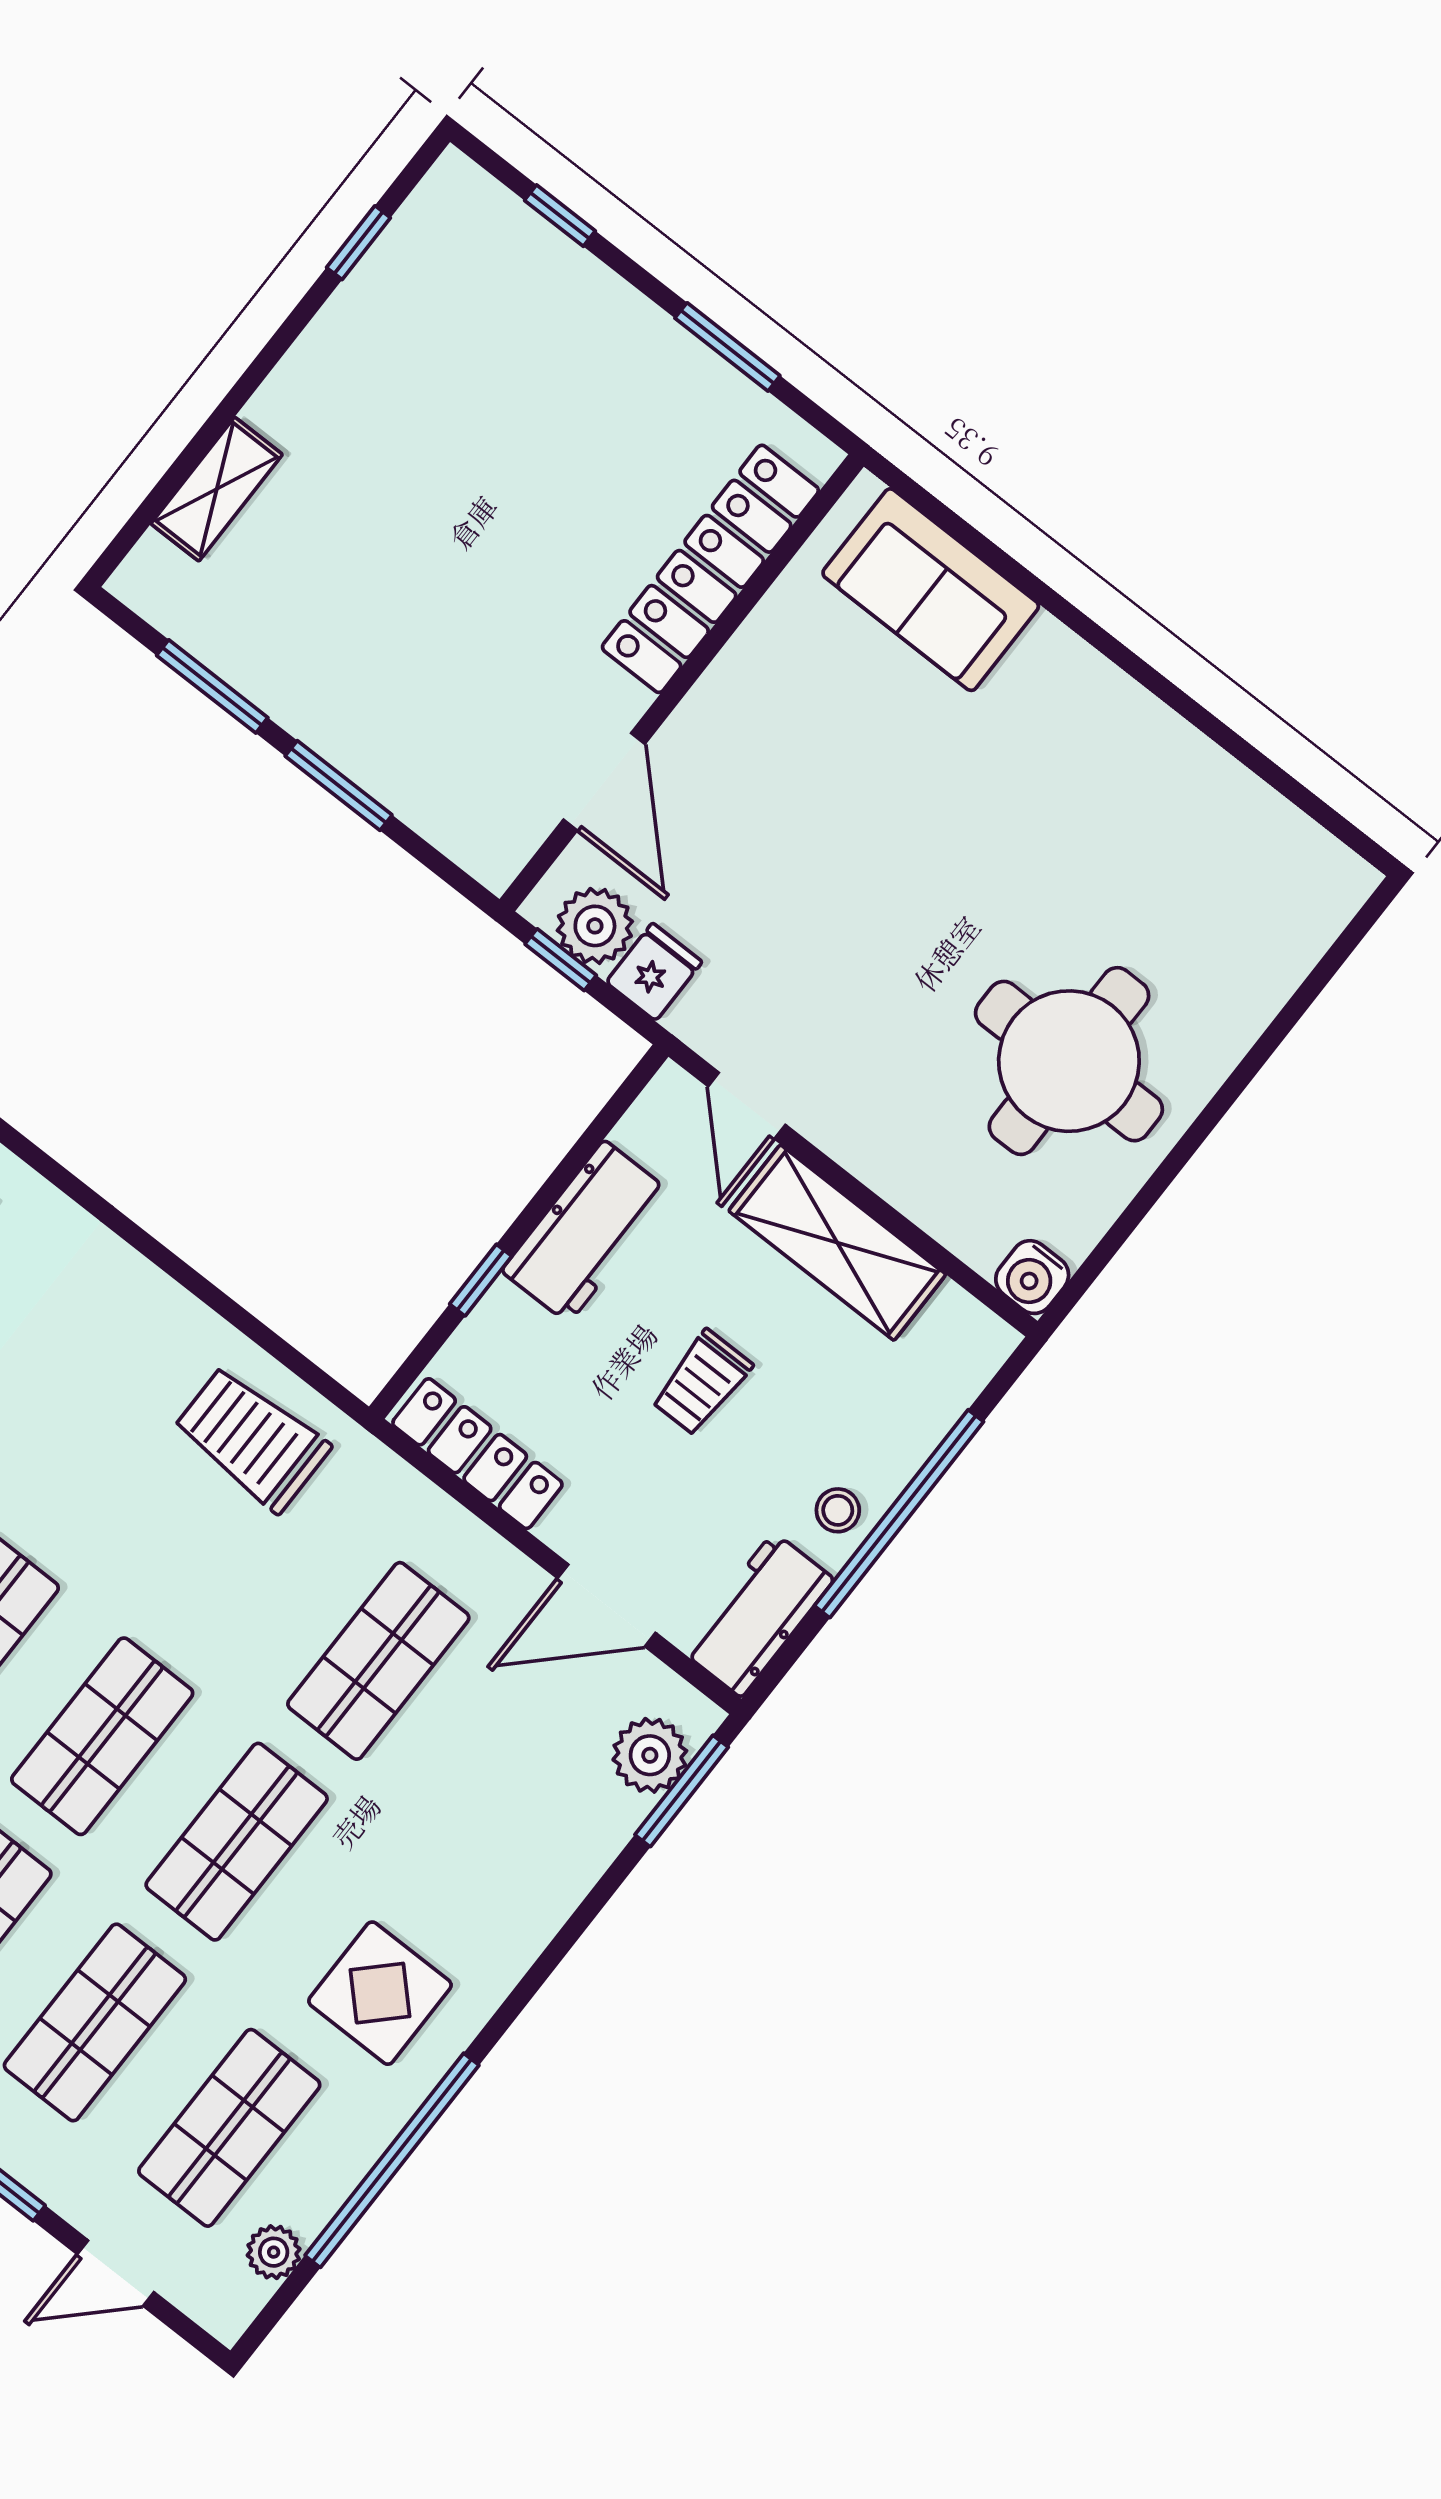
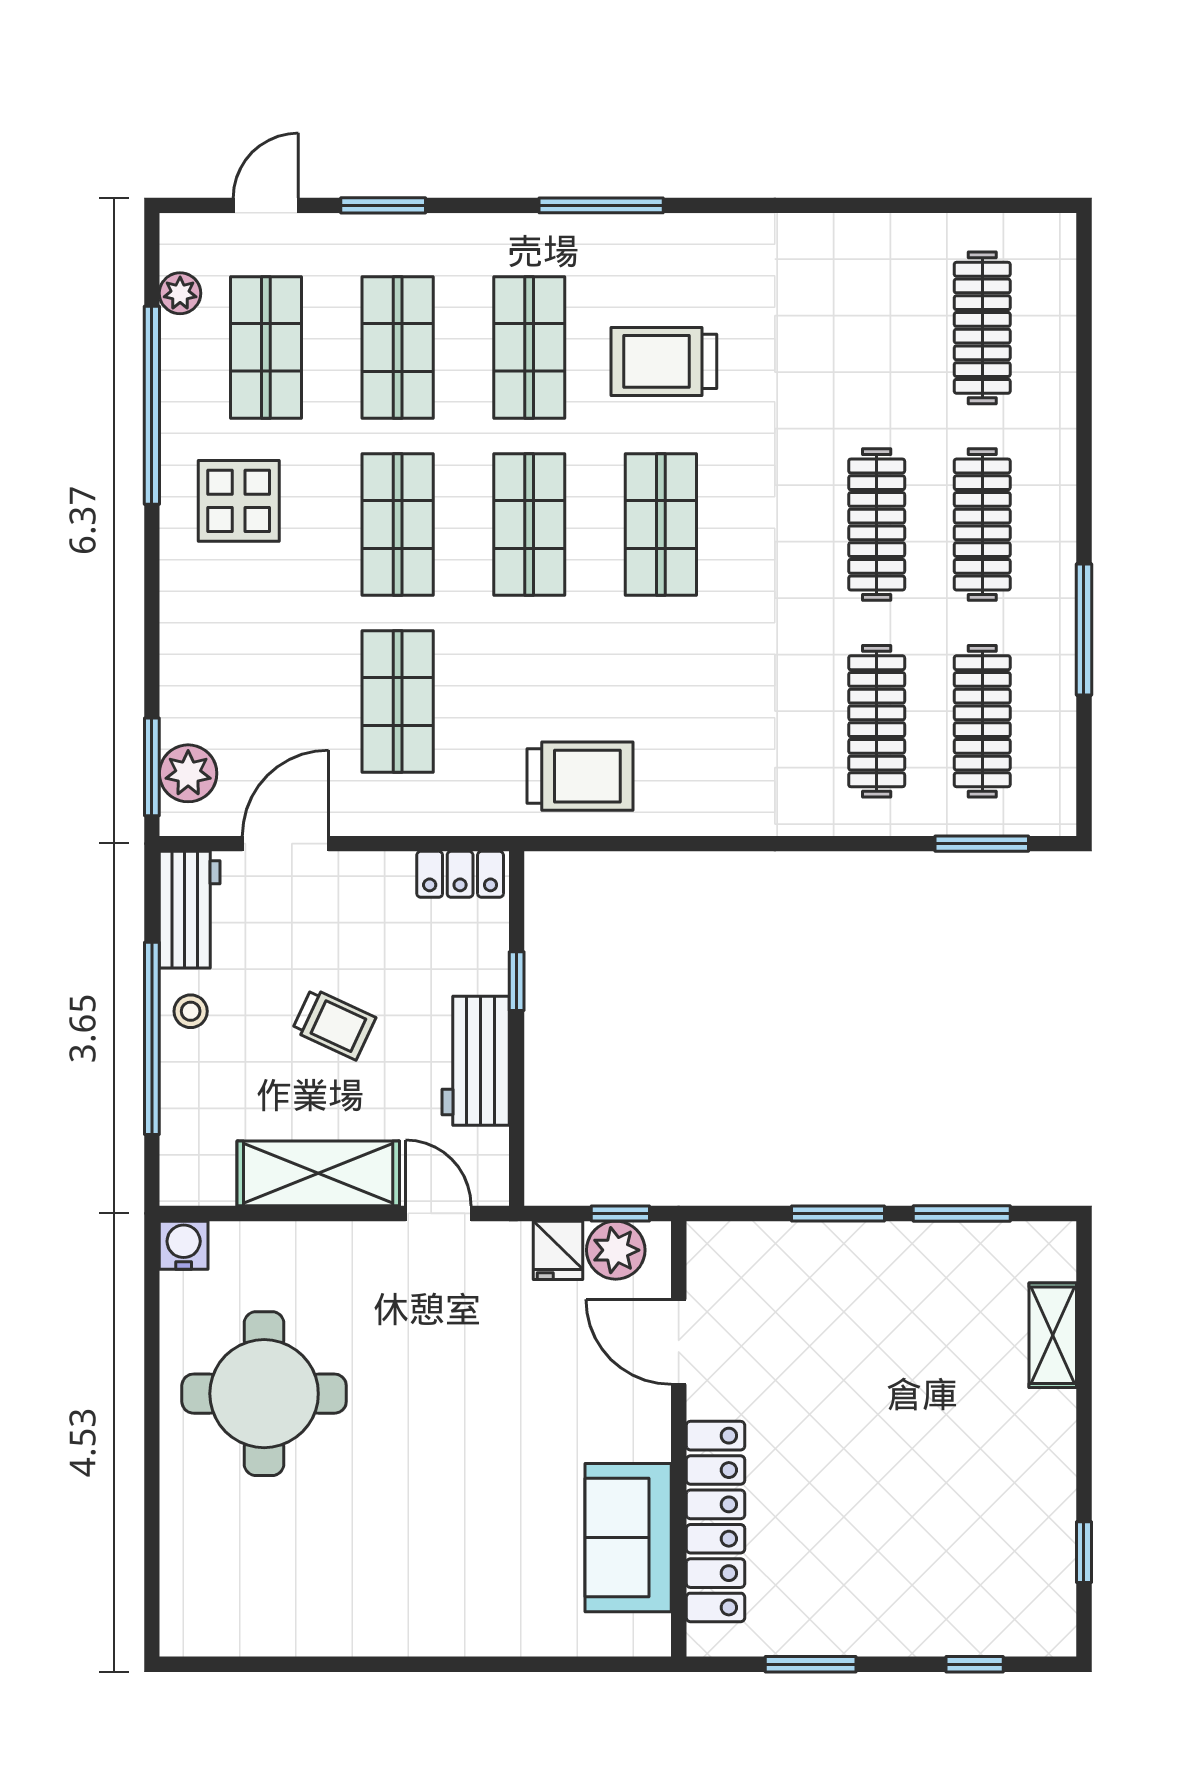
sofa: (931, 590) -> (628, 1538), moved, turned -90
trolley: (702, 1383) -> (334, 1024), turned 115
locker: (477, 1454) -> (460, 874), width x0.66

